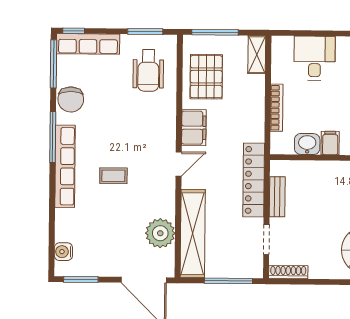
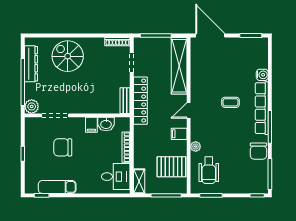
row of seats: (88, 44) -> (248, 187), removed
desk: (315, 58) -> (116, 177), moved, turned -90
wheelchair: (148, 70) -> (209, 170), turned 180
pallet: (206, 77) -> (171, 167), turned 90
chair: (71, 99) -> (258, 151), turned 180
filing cabinet: (194, 128) -> (179, 134), width x0.50
bench: (277, 197) -> (125, 101), moved
plant: (160, 233) -> (196, 147), moved, width x0.53, depth x0.53
water cooler: (63, 252) -> (262, 75), moved

